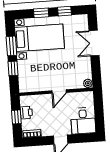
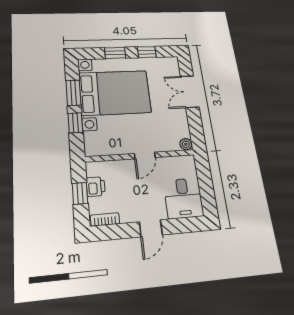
bed with nightstands: (40, 38) -> (115, 93), width x1.36

